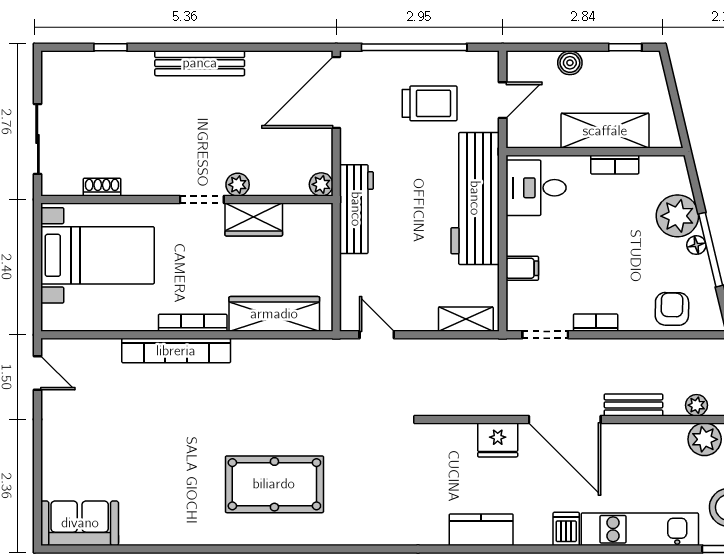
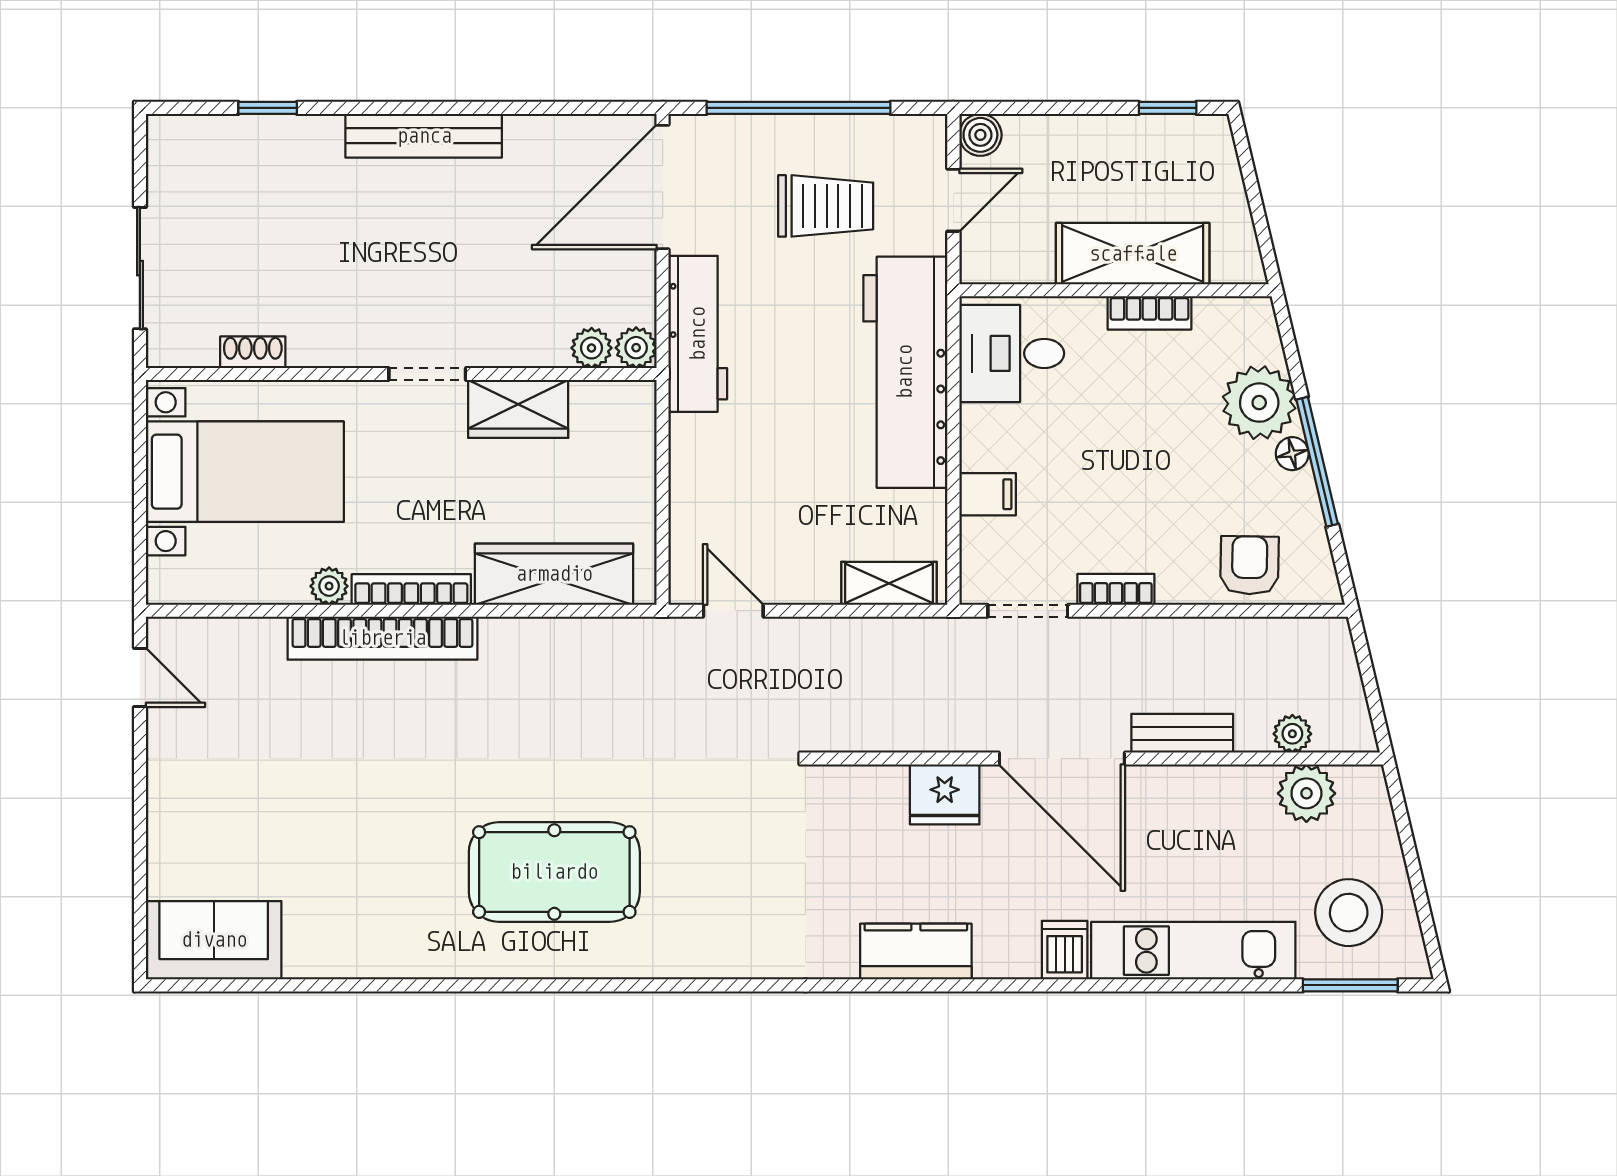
boiler: (570, 63) -> (980, 135), moved
plant: (238, 185) -> (592, 348), moved
workbench: (356, 209) -> (698, 334), moved
plant: (146, 321) -> (329, 586), added

